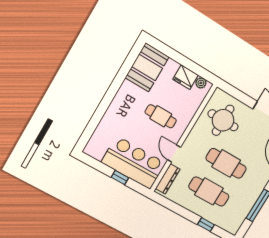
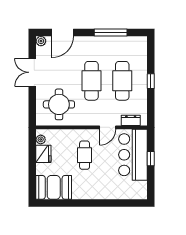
dresser: (168, 179) -> (131, 120), width x0.70
window: (206, 225) -> (151, 81), moved

